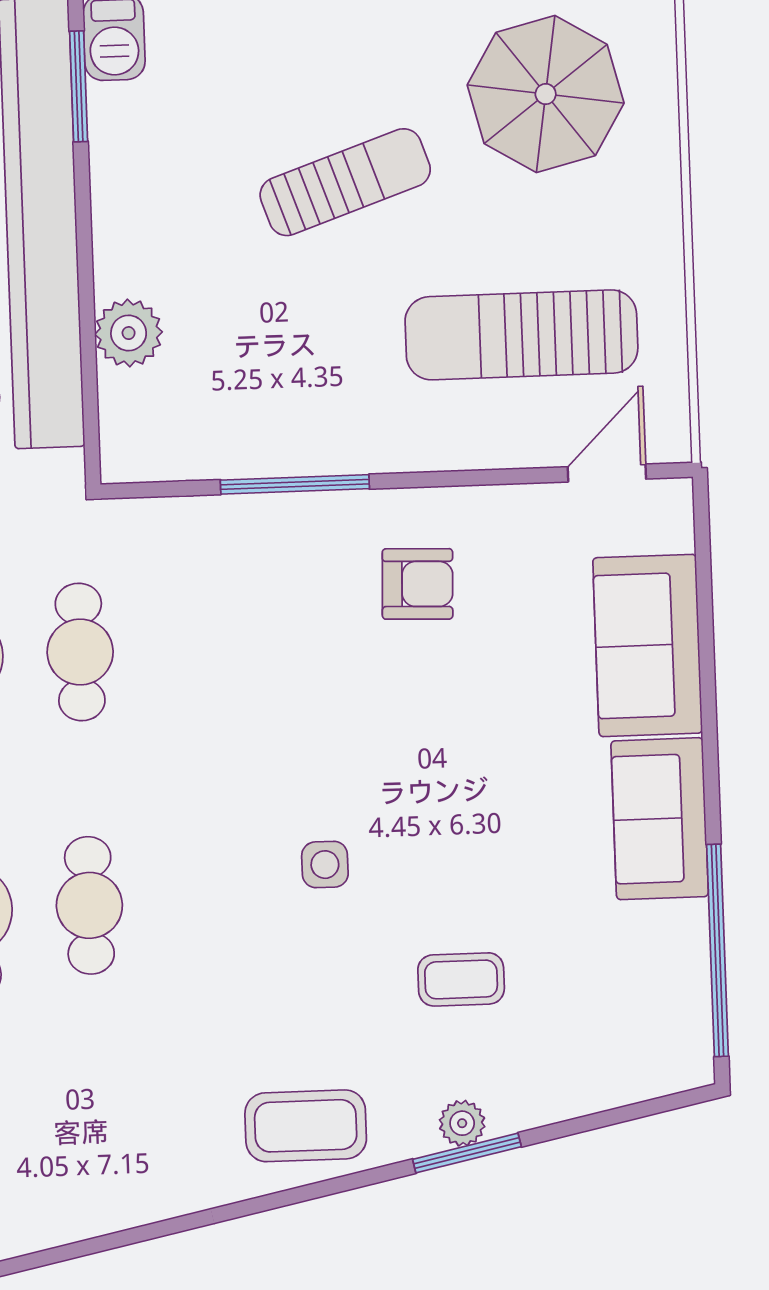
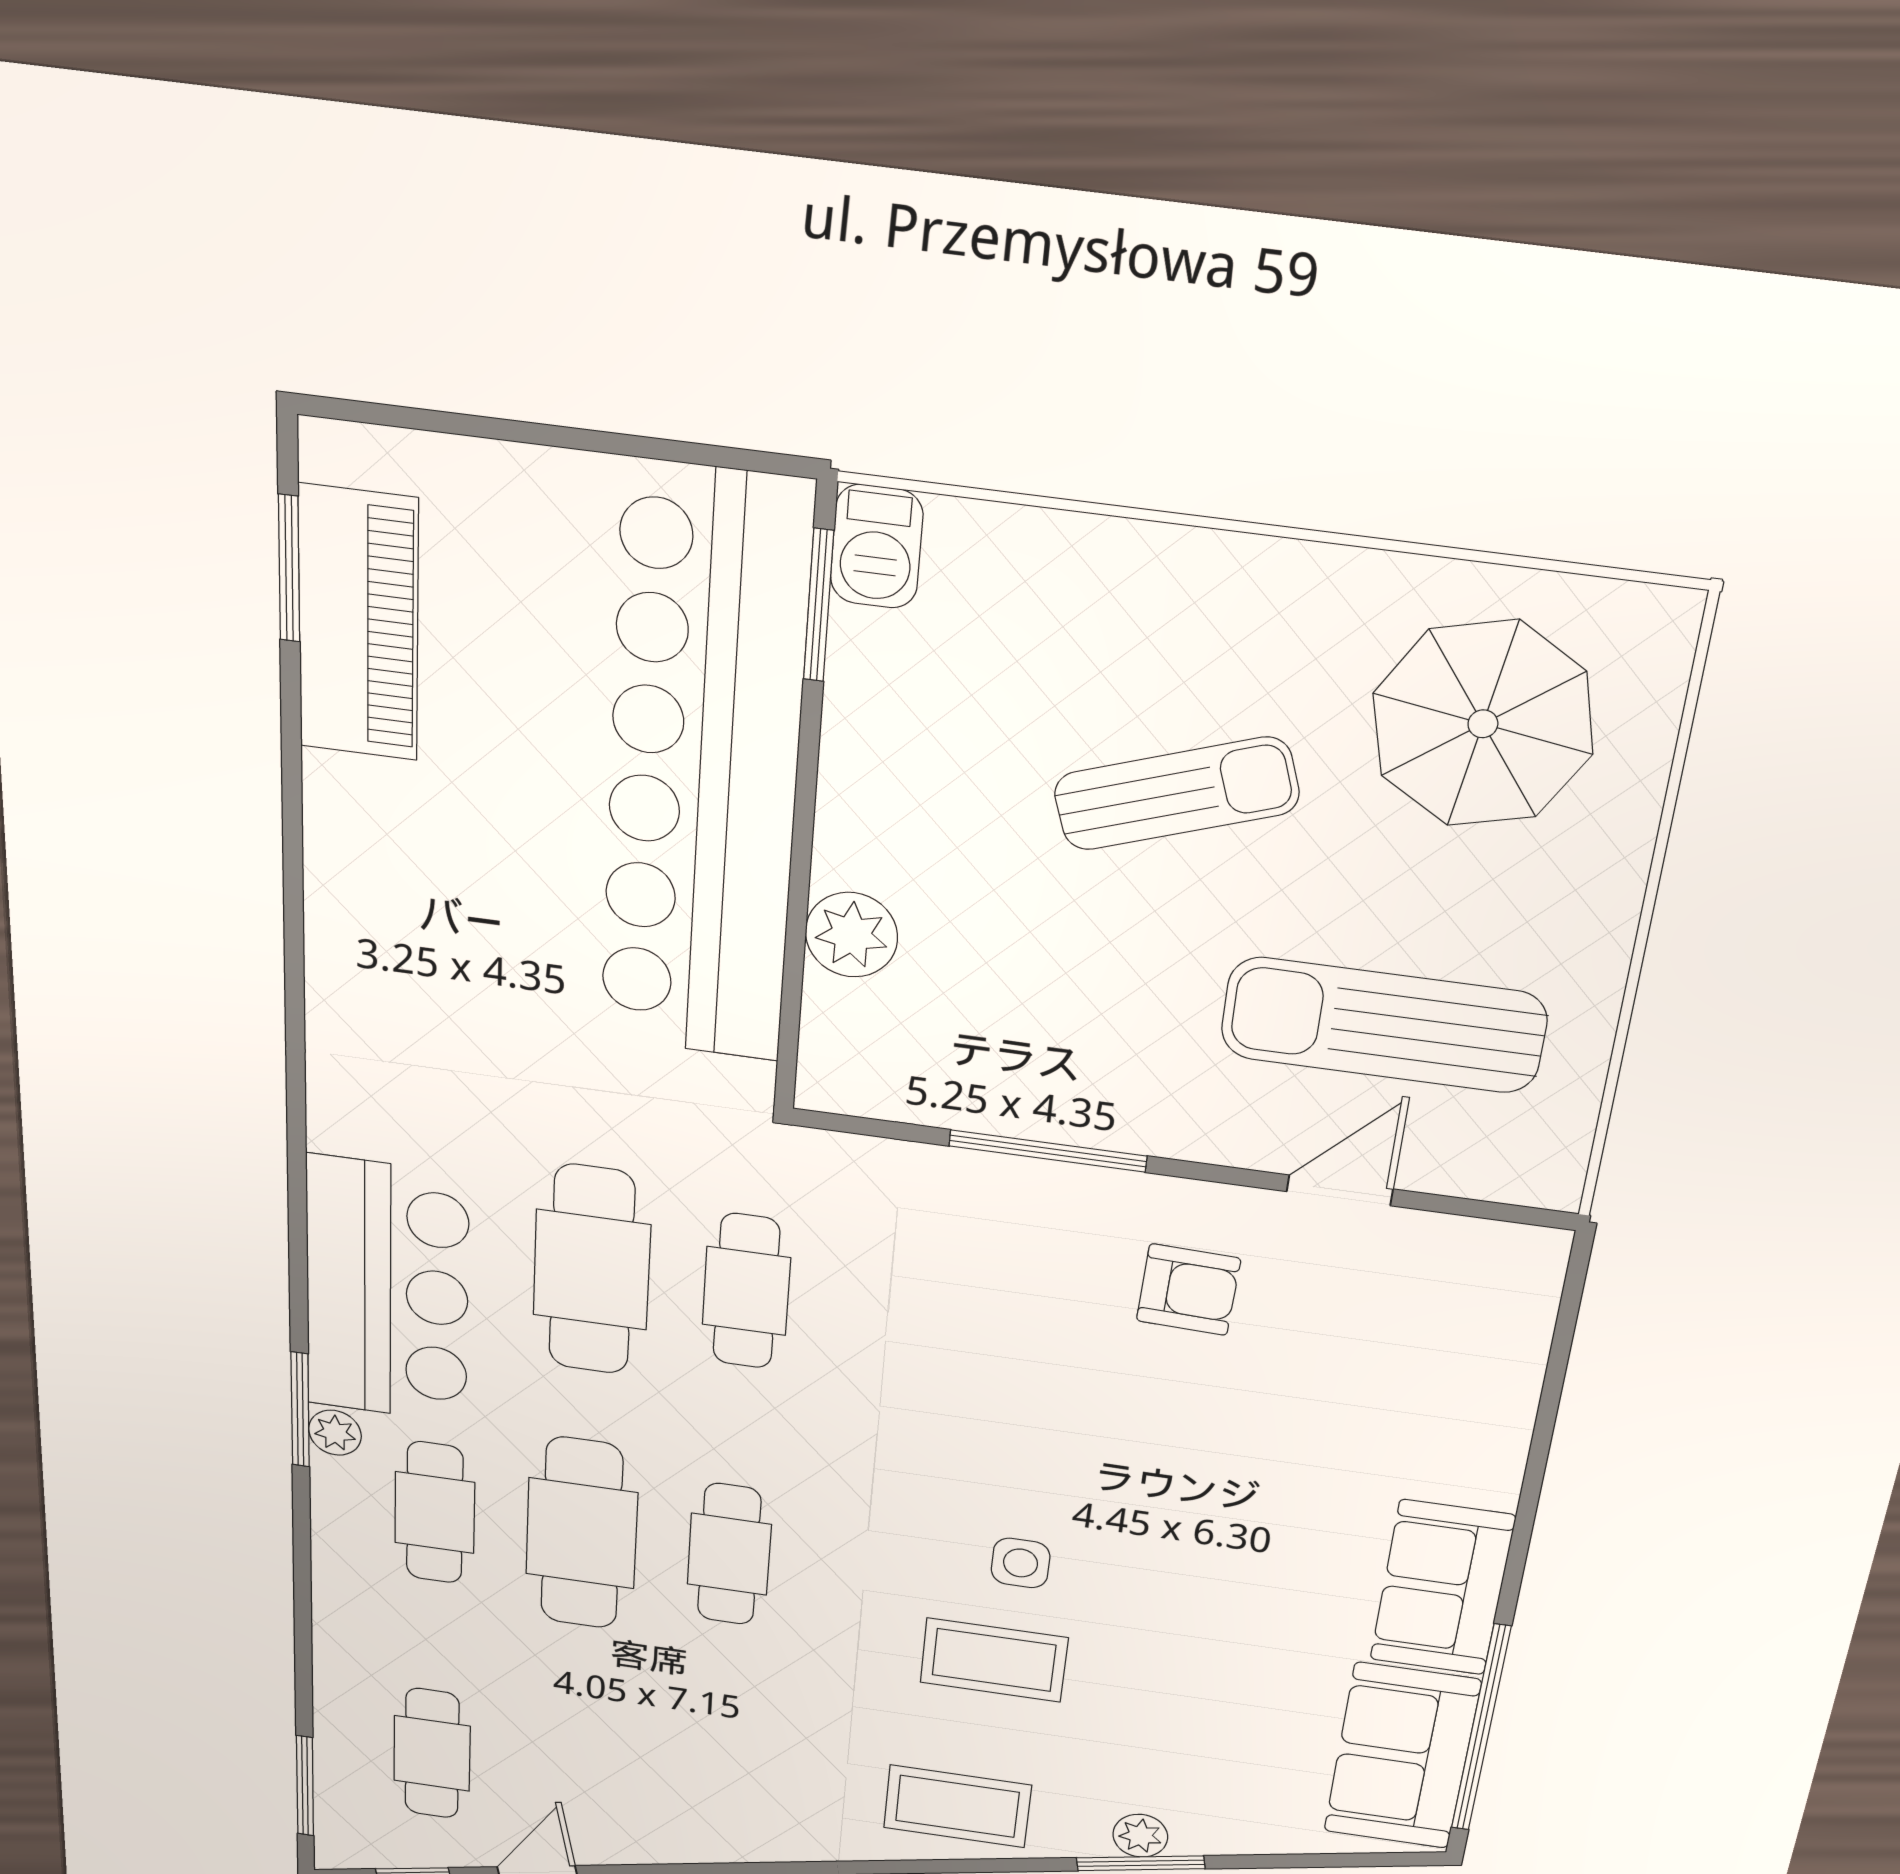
door: (607, 473) -> (1340, 1190), moved
sofa: (648, 645) -> (1402, 1756), moved
coffee table: (461, 979) -> (994, 1660), moved, width x1.36, depth x1.30

